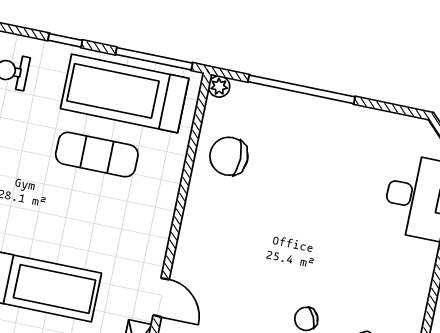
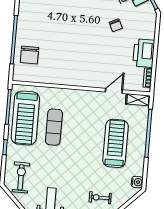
plant: (219, 87) -> (17, 76), removed
chair: (229, 156) -> (30, 55), moved

